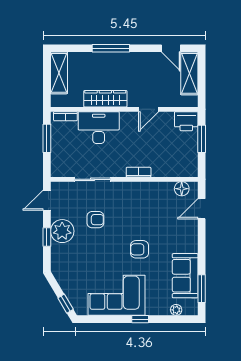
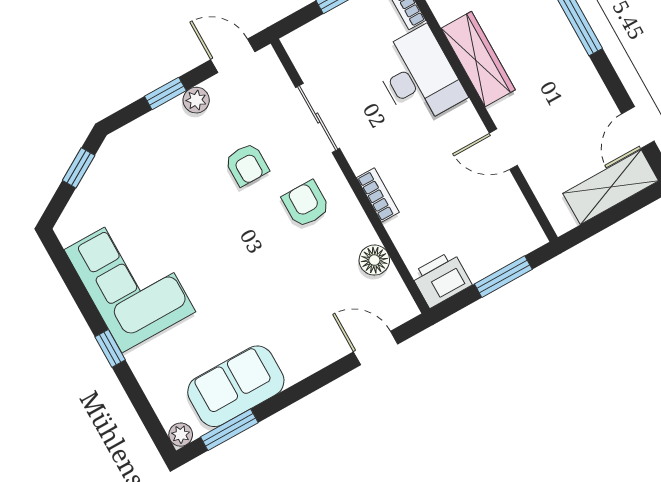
printer: (186, 121) -> (441, 279), moved, turned 90
floor lamp: (182, 189) -> (374, 260), moved
plant: (62, 231) -> (196, 100), width x0.53, depth x0.53
armchair: (139, 249) -> (306, 204), moved
window: (66, 304) -> (79, 168), moved
plant: (176, 310) -> (181, 435), moved

